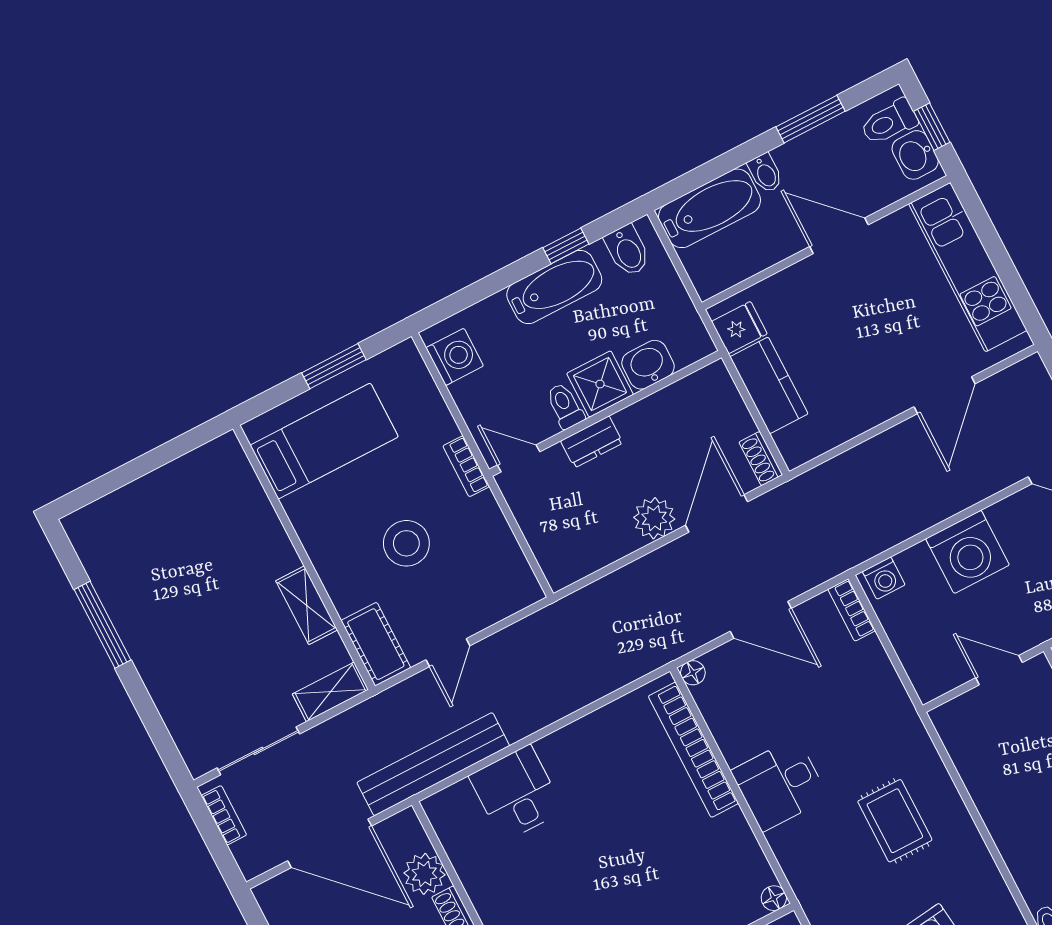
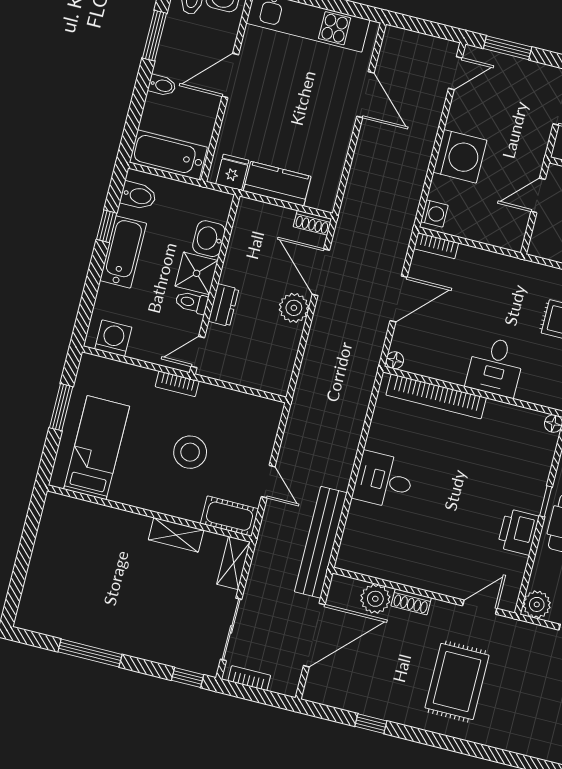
bathtub: (710, 208) -> (168, 155), moved, turned -90
window: (167, 750) -> (188, 678), added
desk: (516, 793) -> (384, 480), moved

